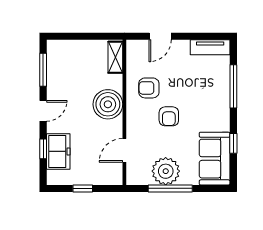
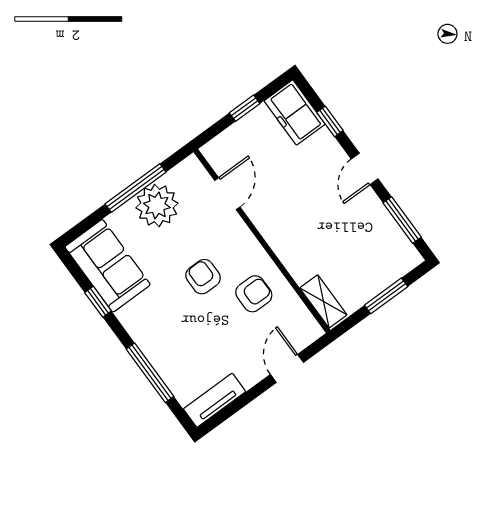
window: (81, 36) -> (386, 296), added
boiler: (108, 104) -> (290, 236), removed
freezer: (58, 151) -> (295, 112), moved

